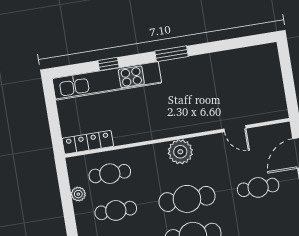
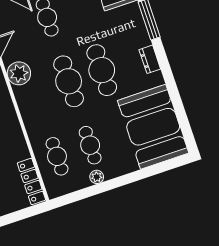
plant: (180, 152) -> (19, 73), moved
plant: (78, 194) -> (97, 177), moved

